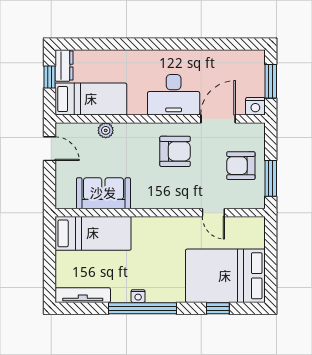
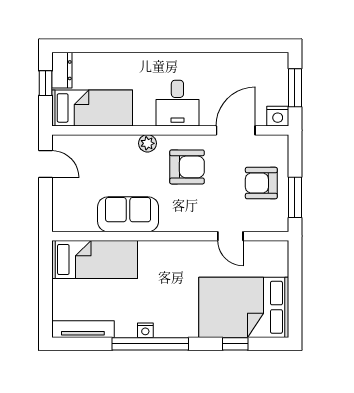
desk: (174, 95) -> (177, 103), width x0.73
plant: (106, 130) -> (147, 143), moved
sofa: (103, 193) -> (128, 214), moved

